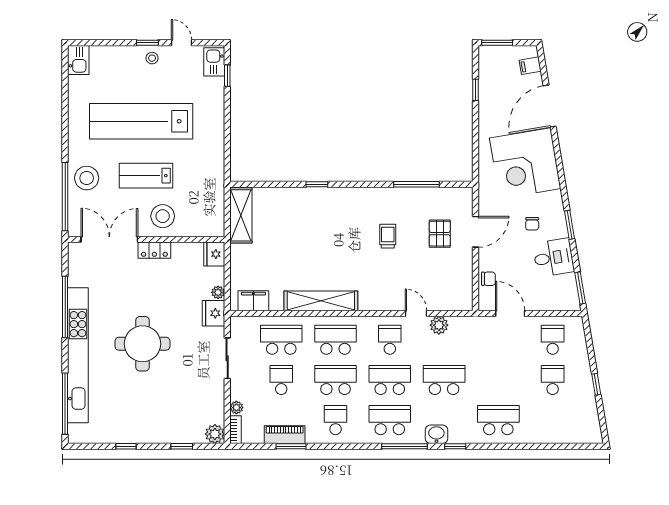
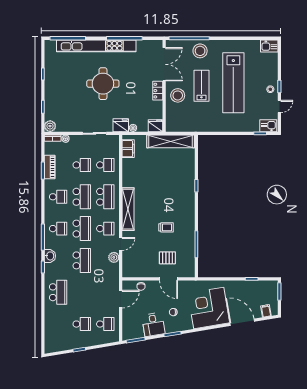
lab bench: (141, 121) -> (233, 83), turned 180
shelving: (241, 215) -> (171, 141), width x1.47
shelving: (321, 301) -> (128, 209), moved
school desk: (281, 340) -> (105, 165), width x0.54
school desk: (390, 420) -> (58, 229), width x0.54

